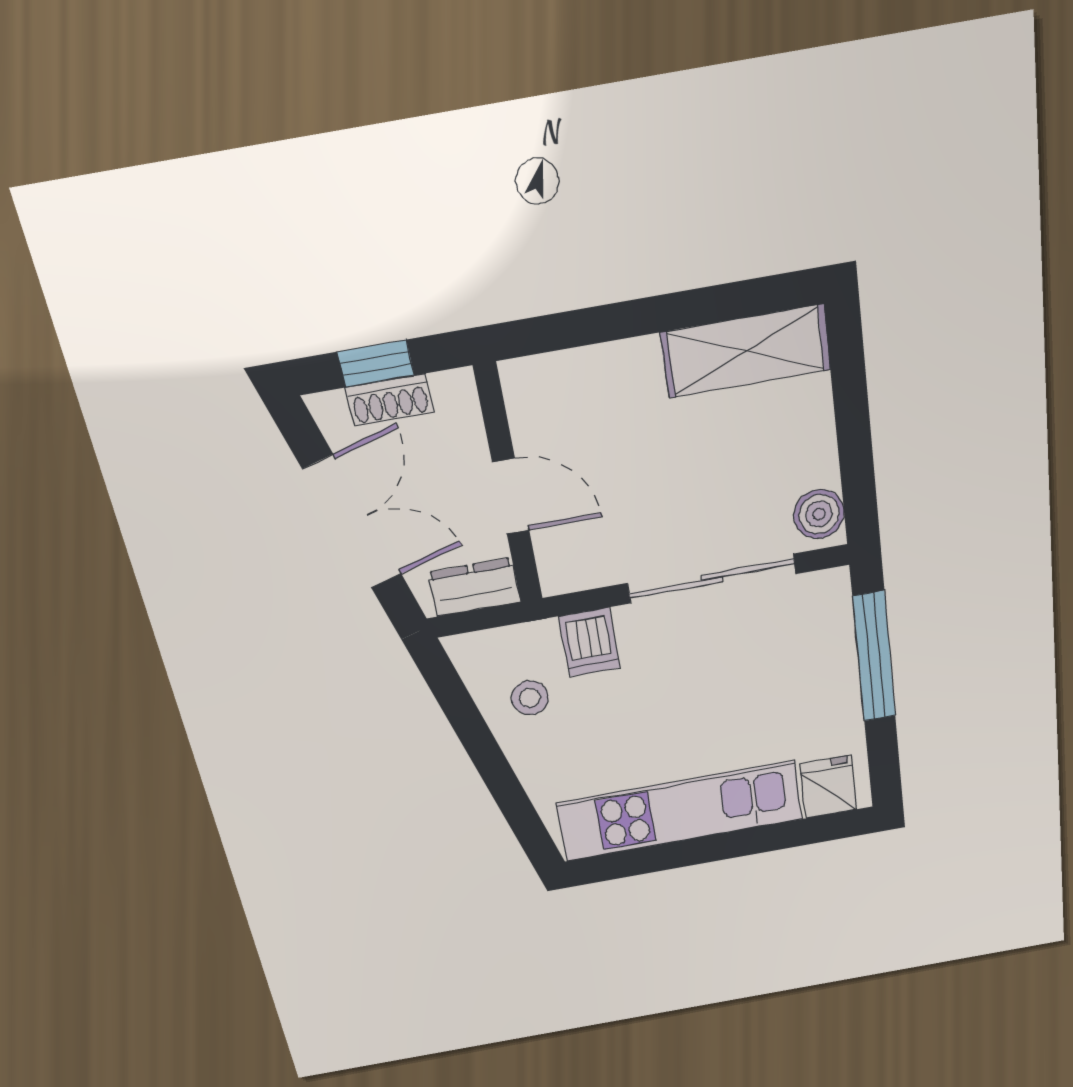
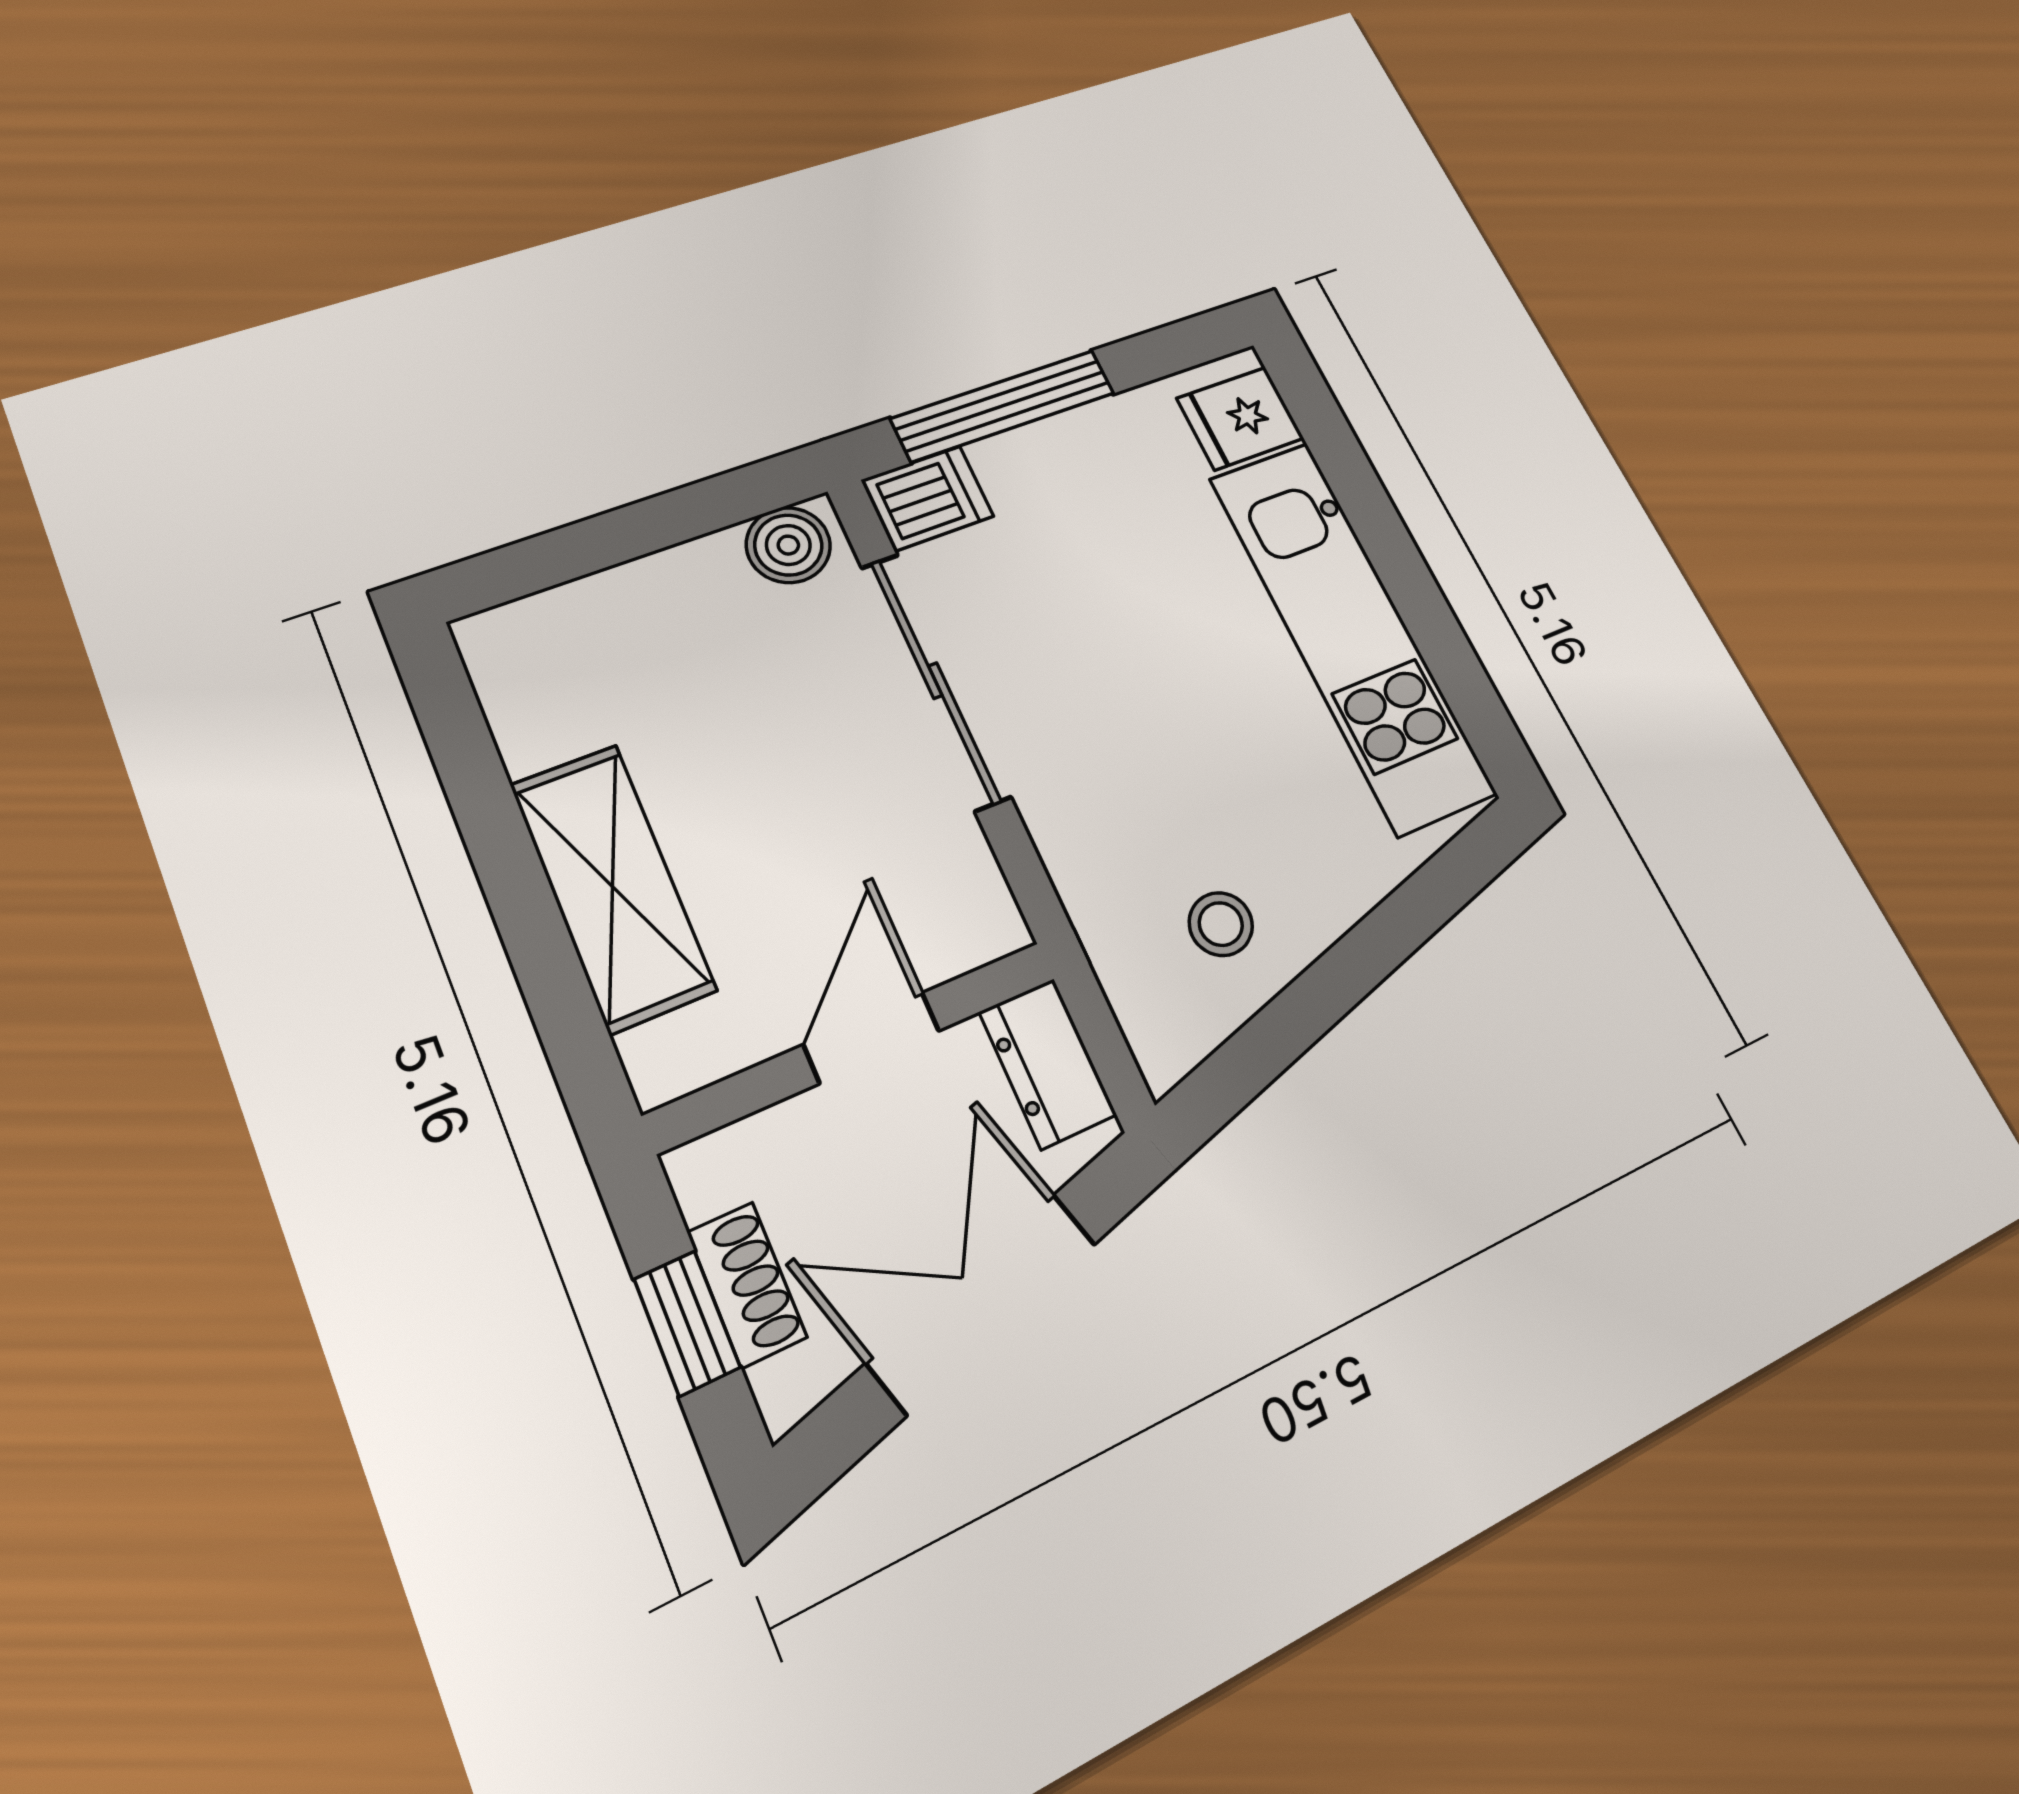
shelving: (746, 351) -> (613, 887), moved
dishwasher: (589, 642) -> (927, 498), moved

